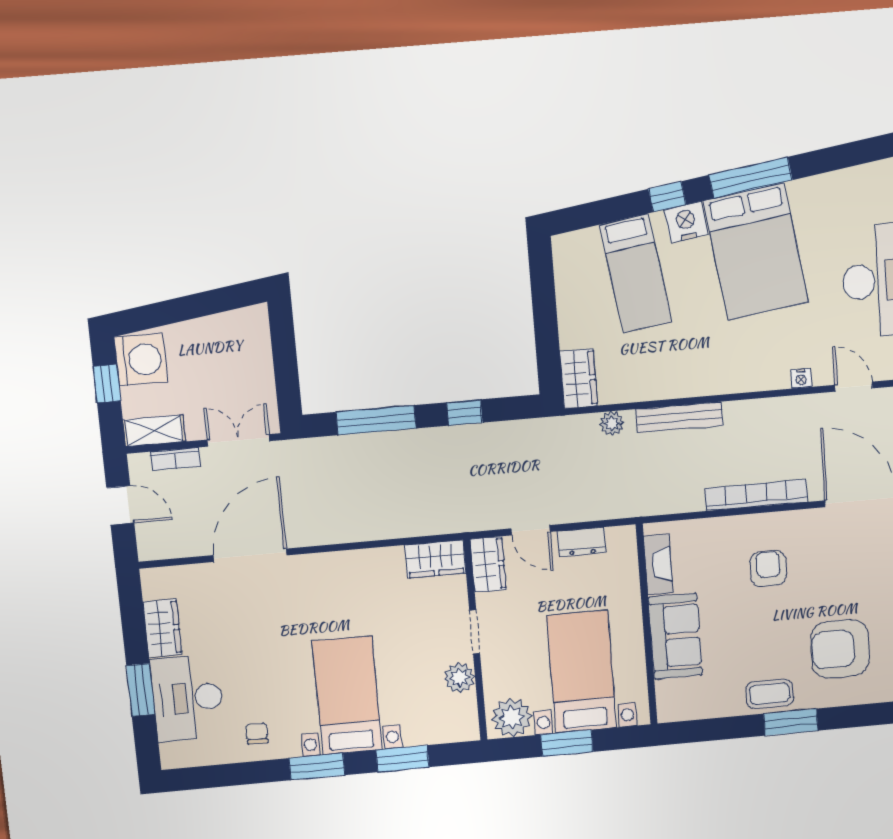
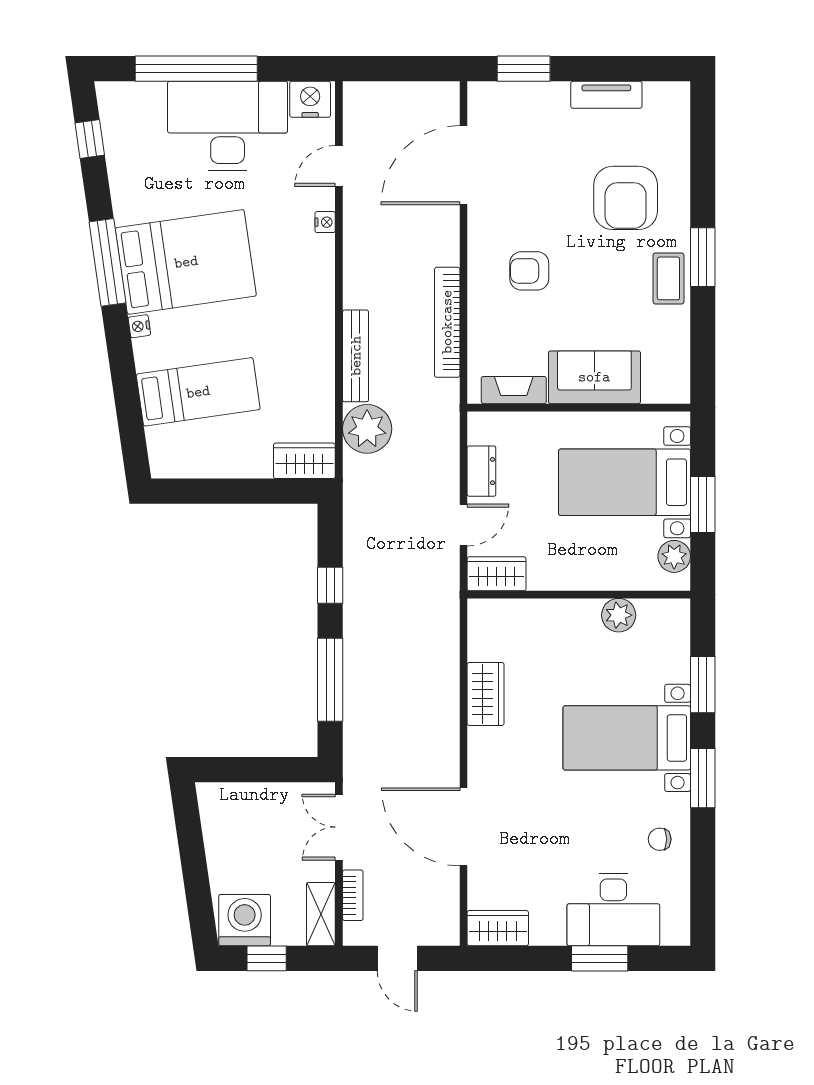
window: (667, 197) -> (90, 139), moved
nightstand: (686, 222) -> (139, 326), width x0.53, depth x0.56
plant: (612, 423) -> (367, 429), width x1.88, depth x1.88
bookcase: (756, 495) -> (447, 322), moved
door: (120, 505) -> (397, 958), swing flipped
wardrobe: (435, 559) -> (486, 694), moved
wardrobe: (162, 628) -> (498, 928), moved
doorway: (475, 632) -> (569, 595), removed
plant: (512, 718) -> (674, 556), width x0.73, depth x0.73

